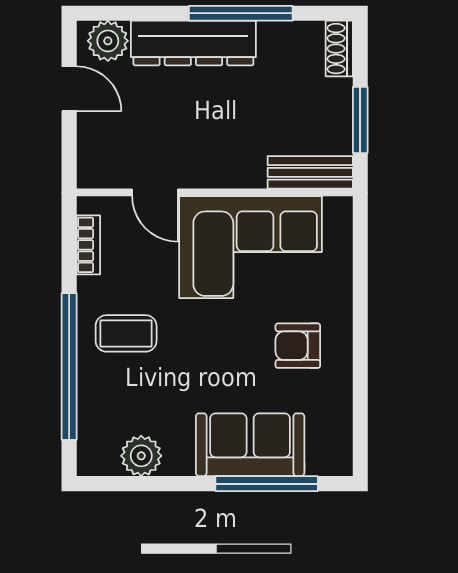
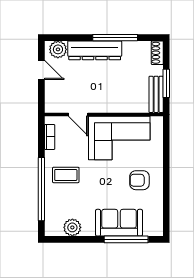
bench: (310, 172) -> (156, 94), moved, turned 90

